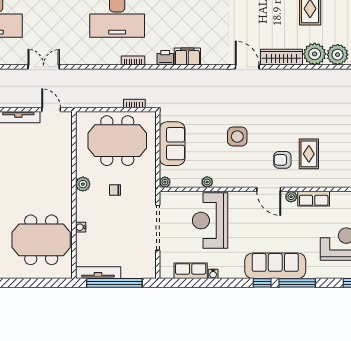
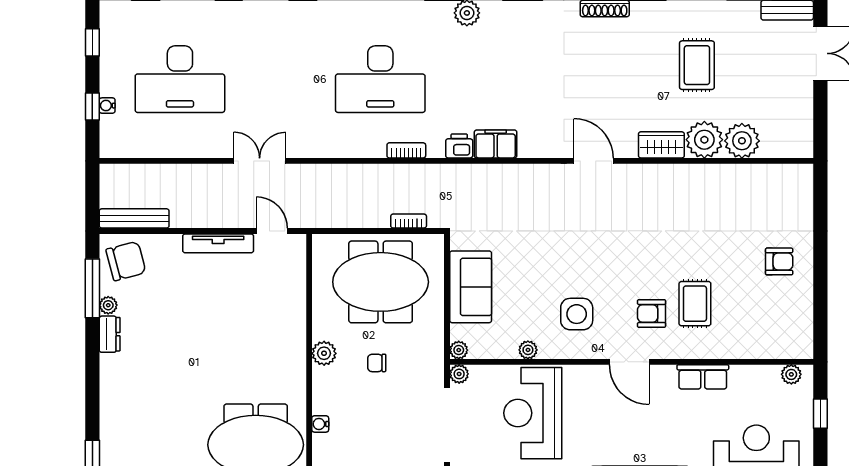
wardrobe: (281, 57) -> (661, 145), width x0.67
side table: (237, 137) -> (577, 314), moved
plant: (291, 197) -> (459, 374), moved

